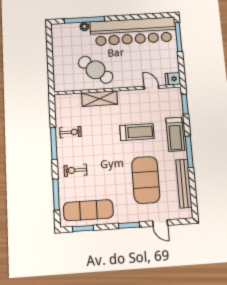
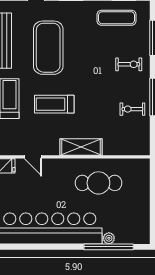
cafe table: (96, 70) -> (98, 183), turned -39
shelving: (99, 99) -> (81, 147), moved
exercise mat: (88, 210) -> (117, 18), width x0.73, depth x0.69

